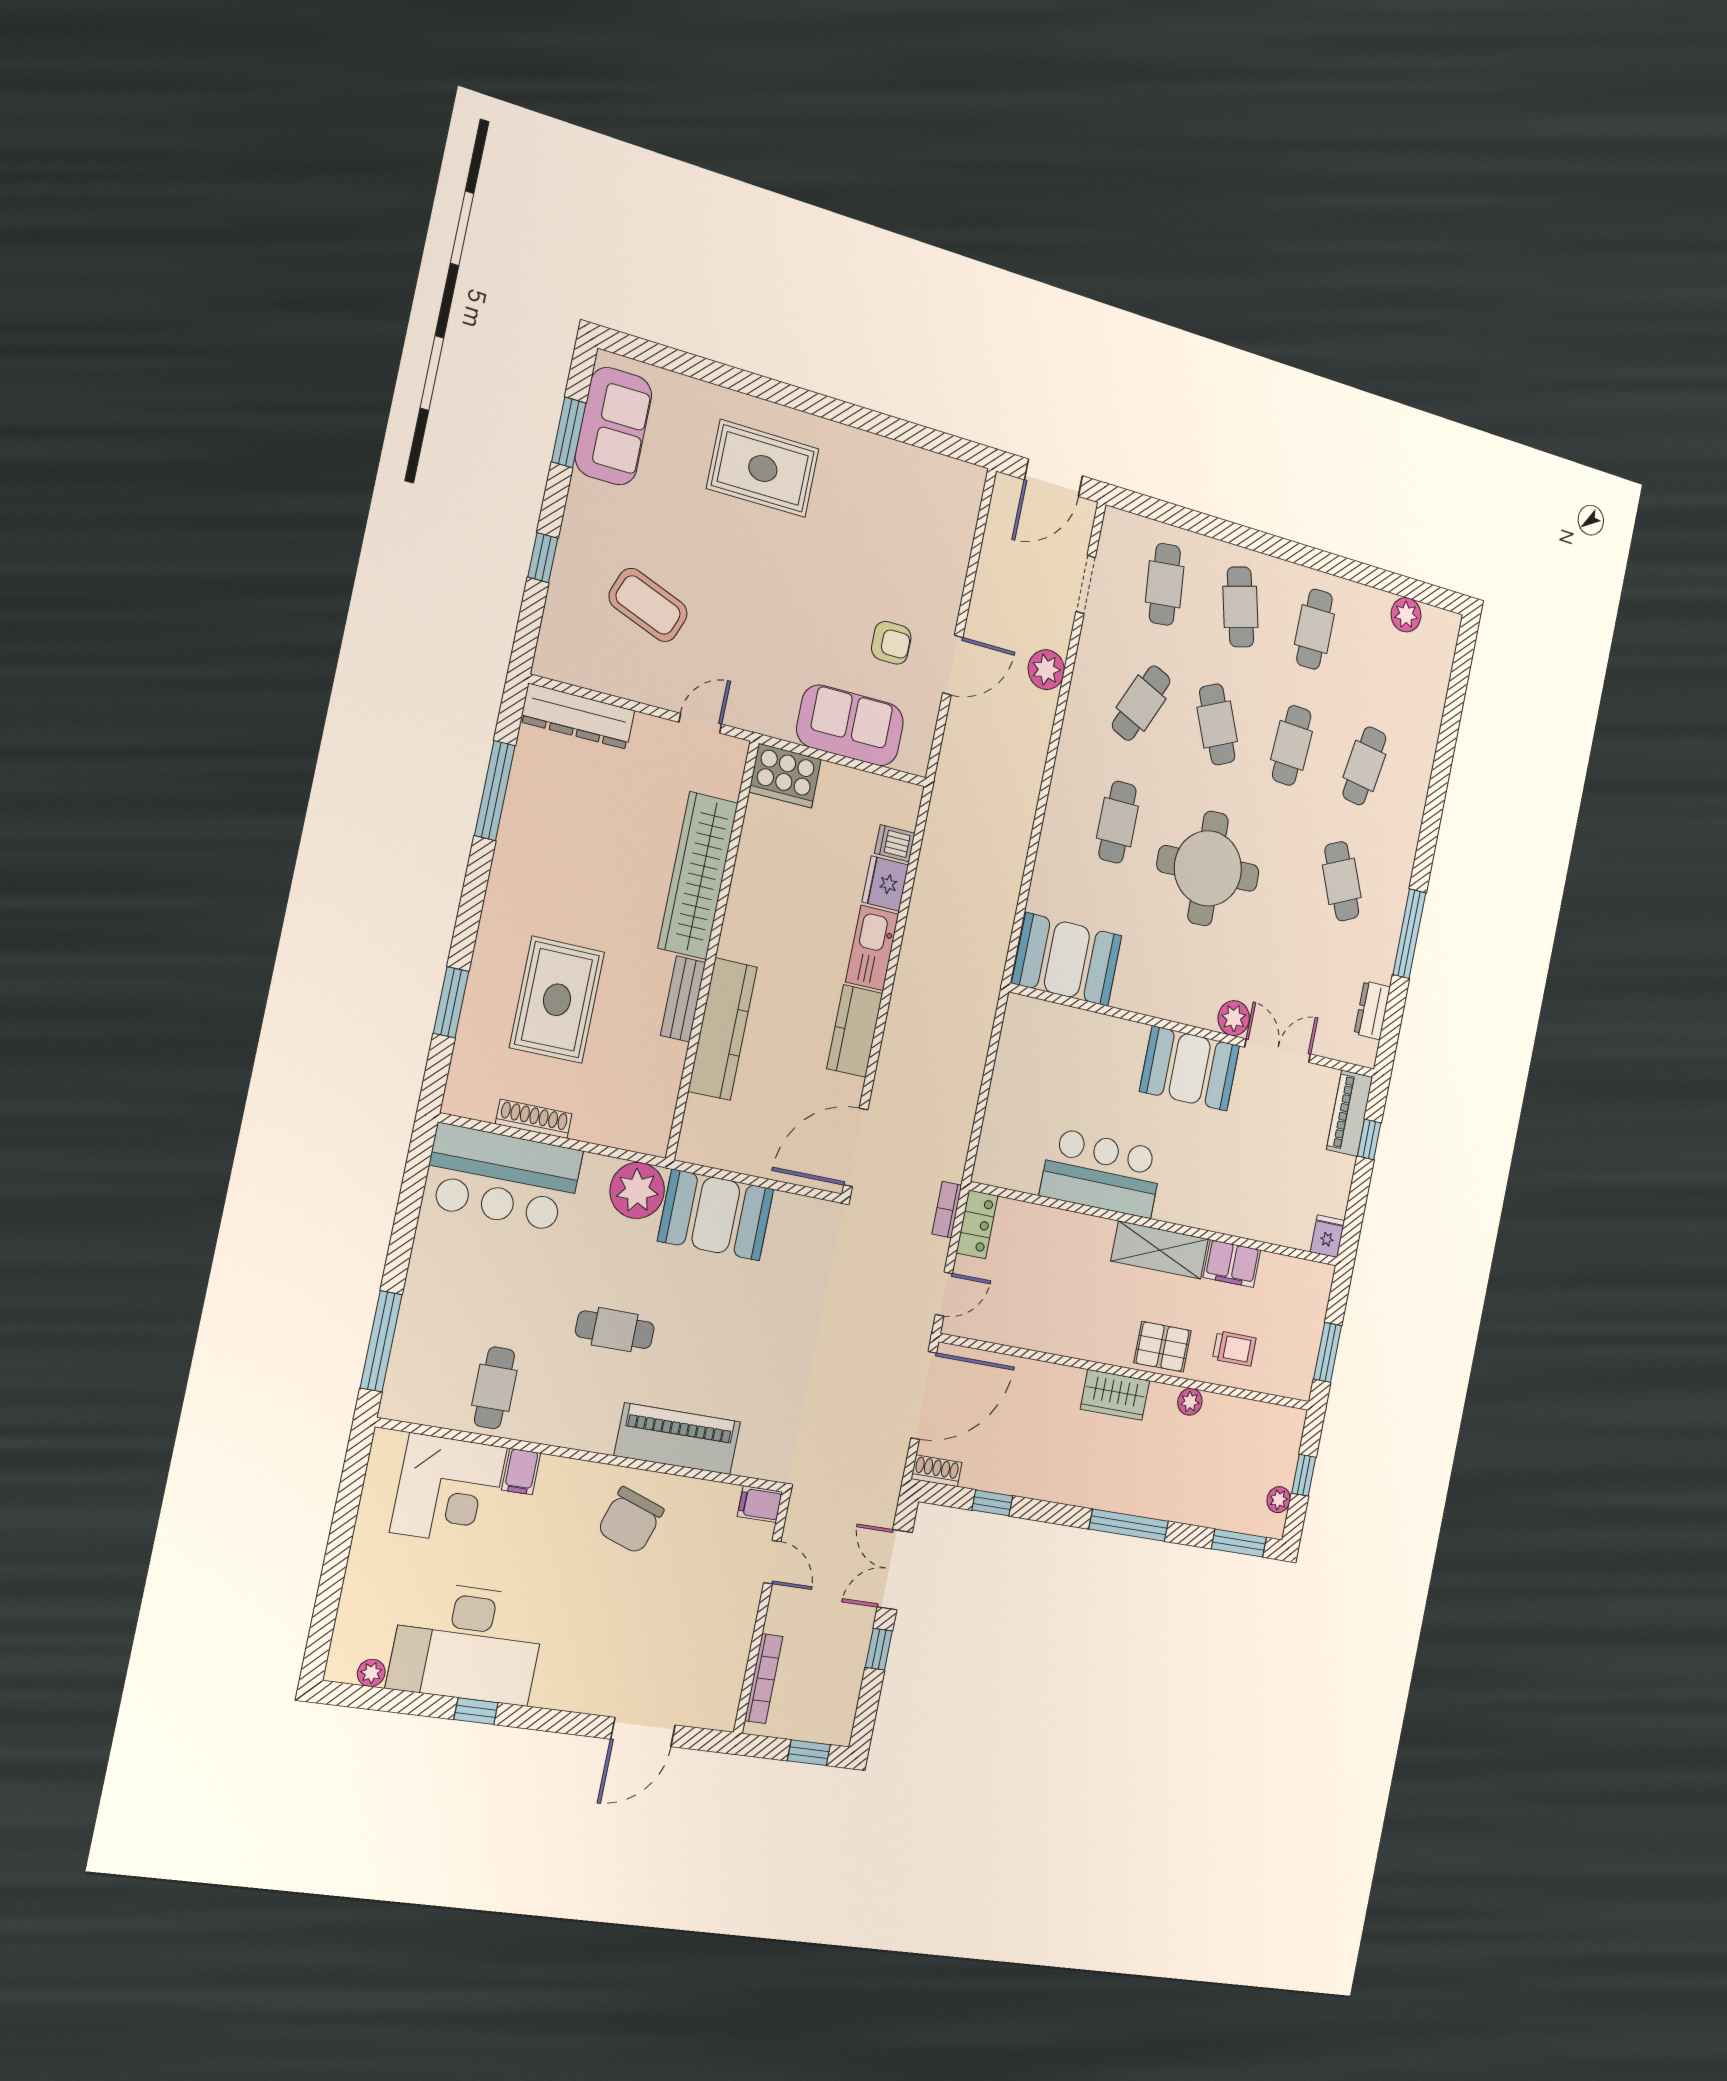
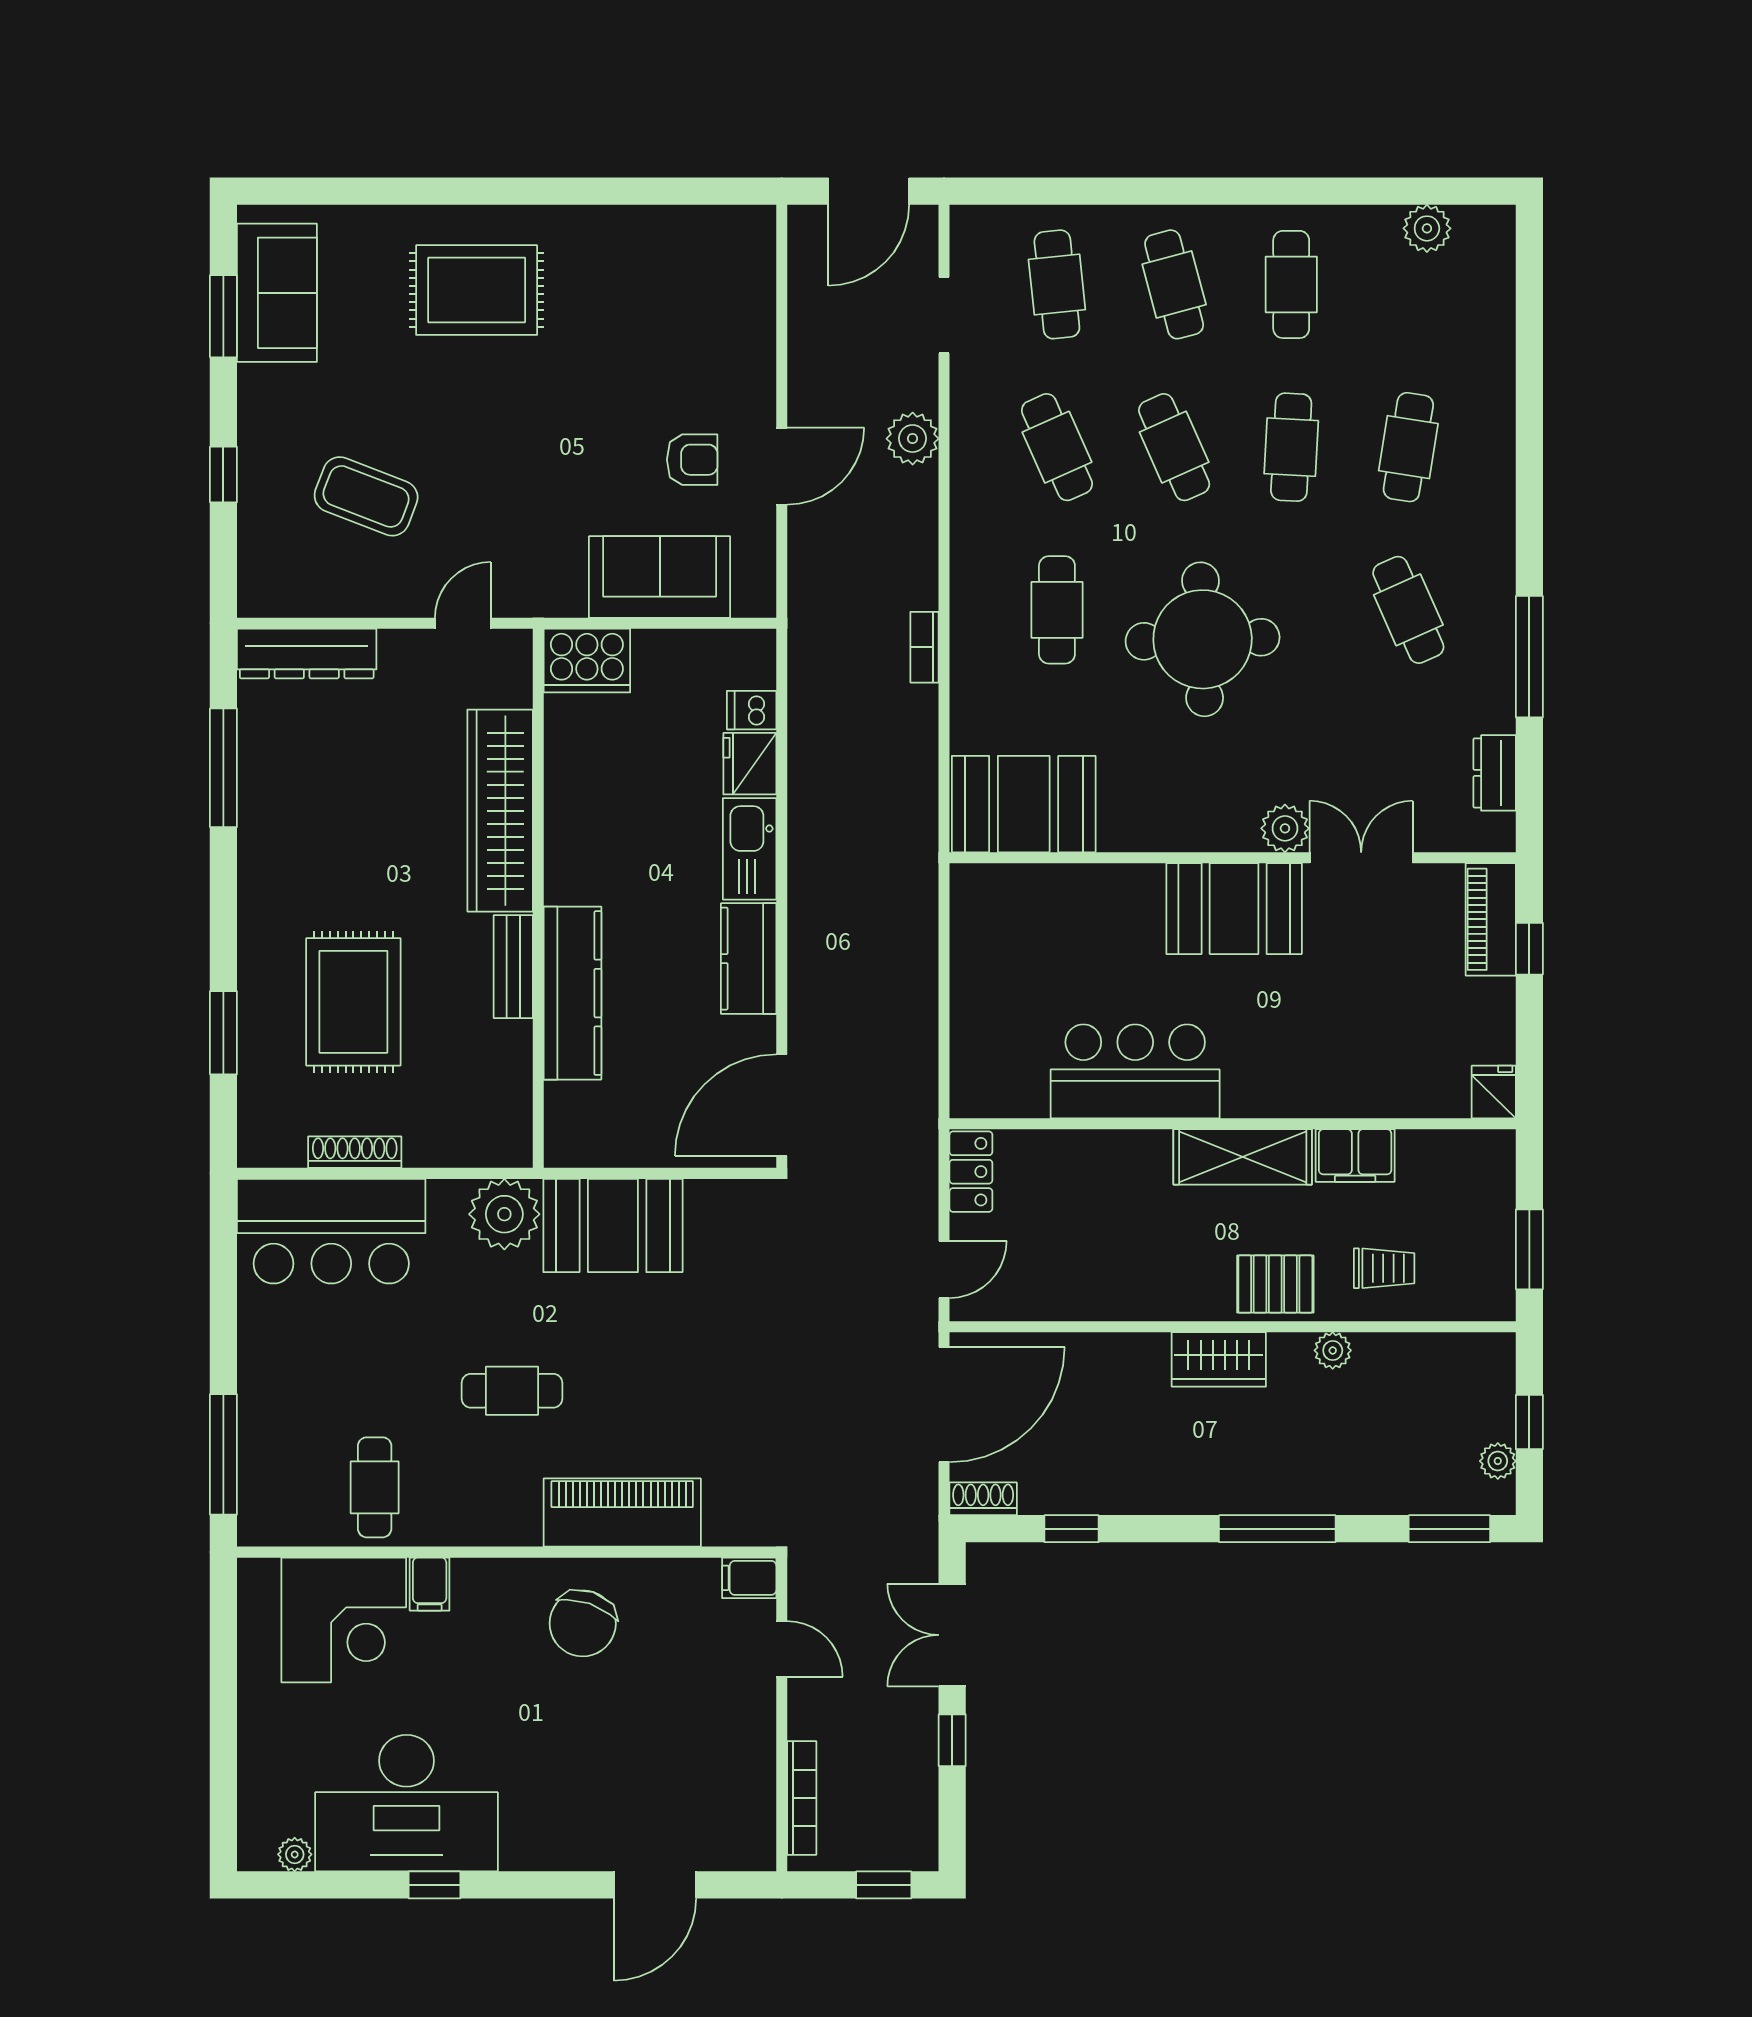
cafe table: (1141, 703) -> (1057, 447), turned -48
bookcase: (947, 1210) -> (924, 647), moved

